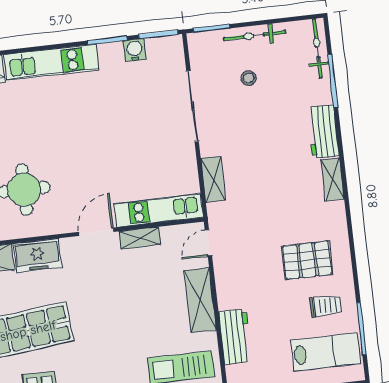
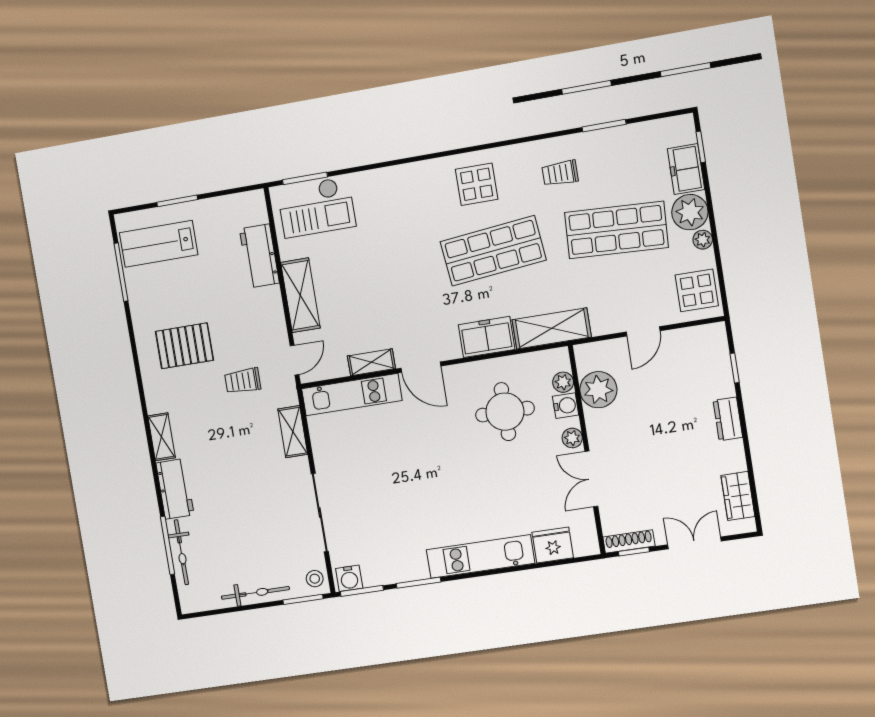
bicycle: (317, 48) -> (181, 552), moved
water cooler: (135, 50) -> (349, 578), moved
stool: (249, 78) -> (315, 579), moved
door: (96, 232) -> (421, 367), hinge flipped
trolley: (326, 306) -> (243, 381), moved

